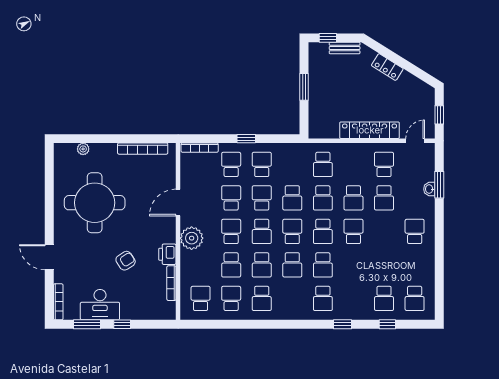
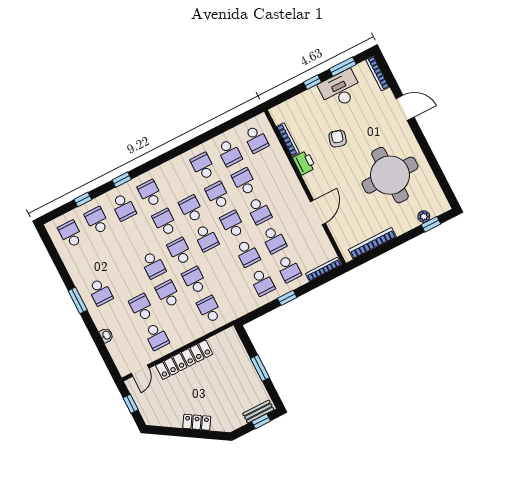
bench: (345, 48) -> (258, 412), moved
window: (80, 139) -> (431, 224), added
window: (439, 185) -> (78, 300), moved
school desk: (292, 198) -> (124, 207), moved, turned 180
plant: (192, 238) -> (290, 187), removed
armchair: (126, 261) -> (338, 139), turned 139

